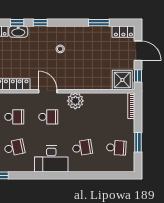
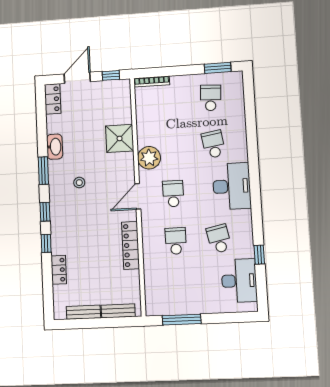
window: (99, 23) -> (43, 171), moved
washbasin: (18, 32) -> (55, 147), moved
shower: (122, 80) -> (120, 138), moved
window: (138, 142) -> (218, 68), moved

